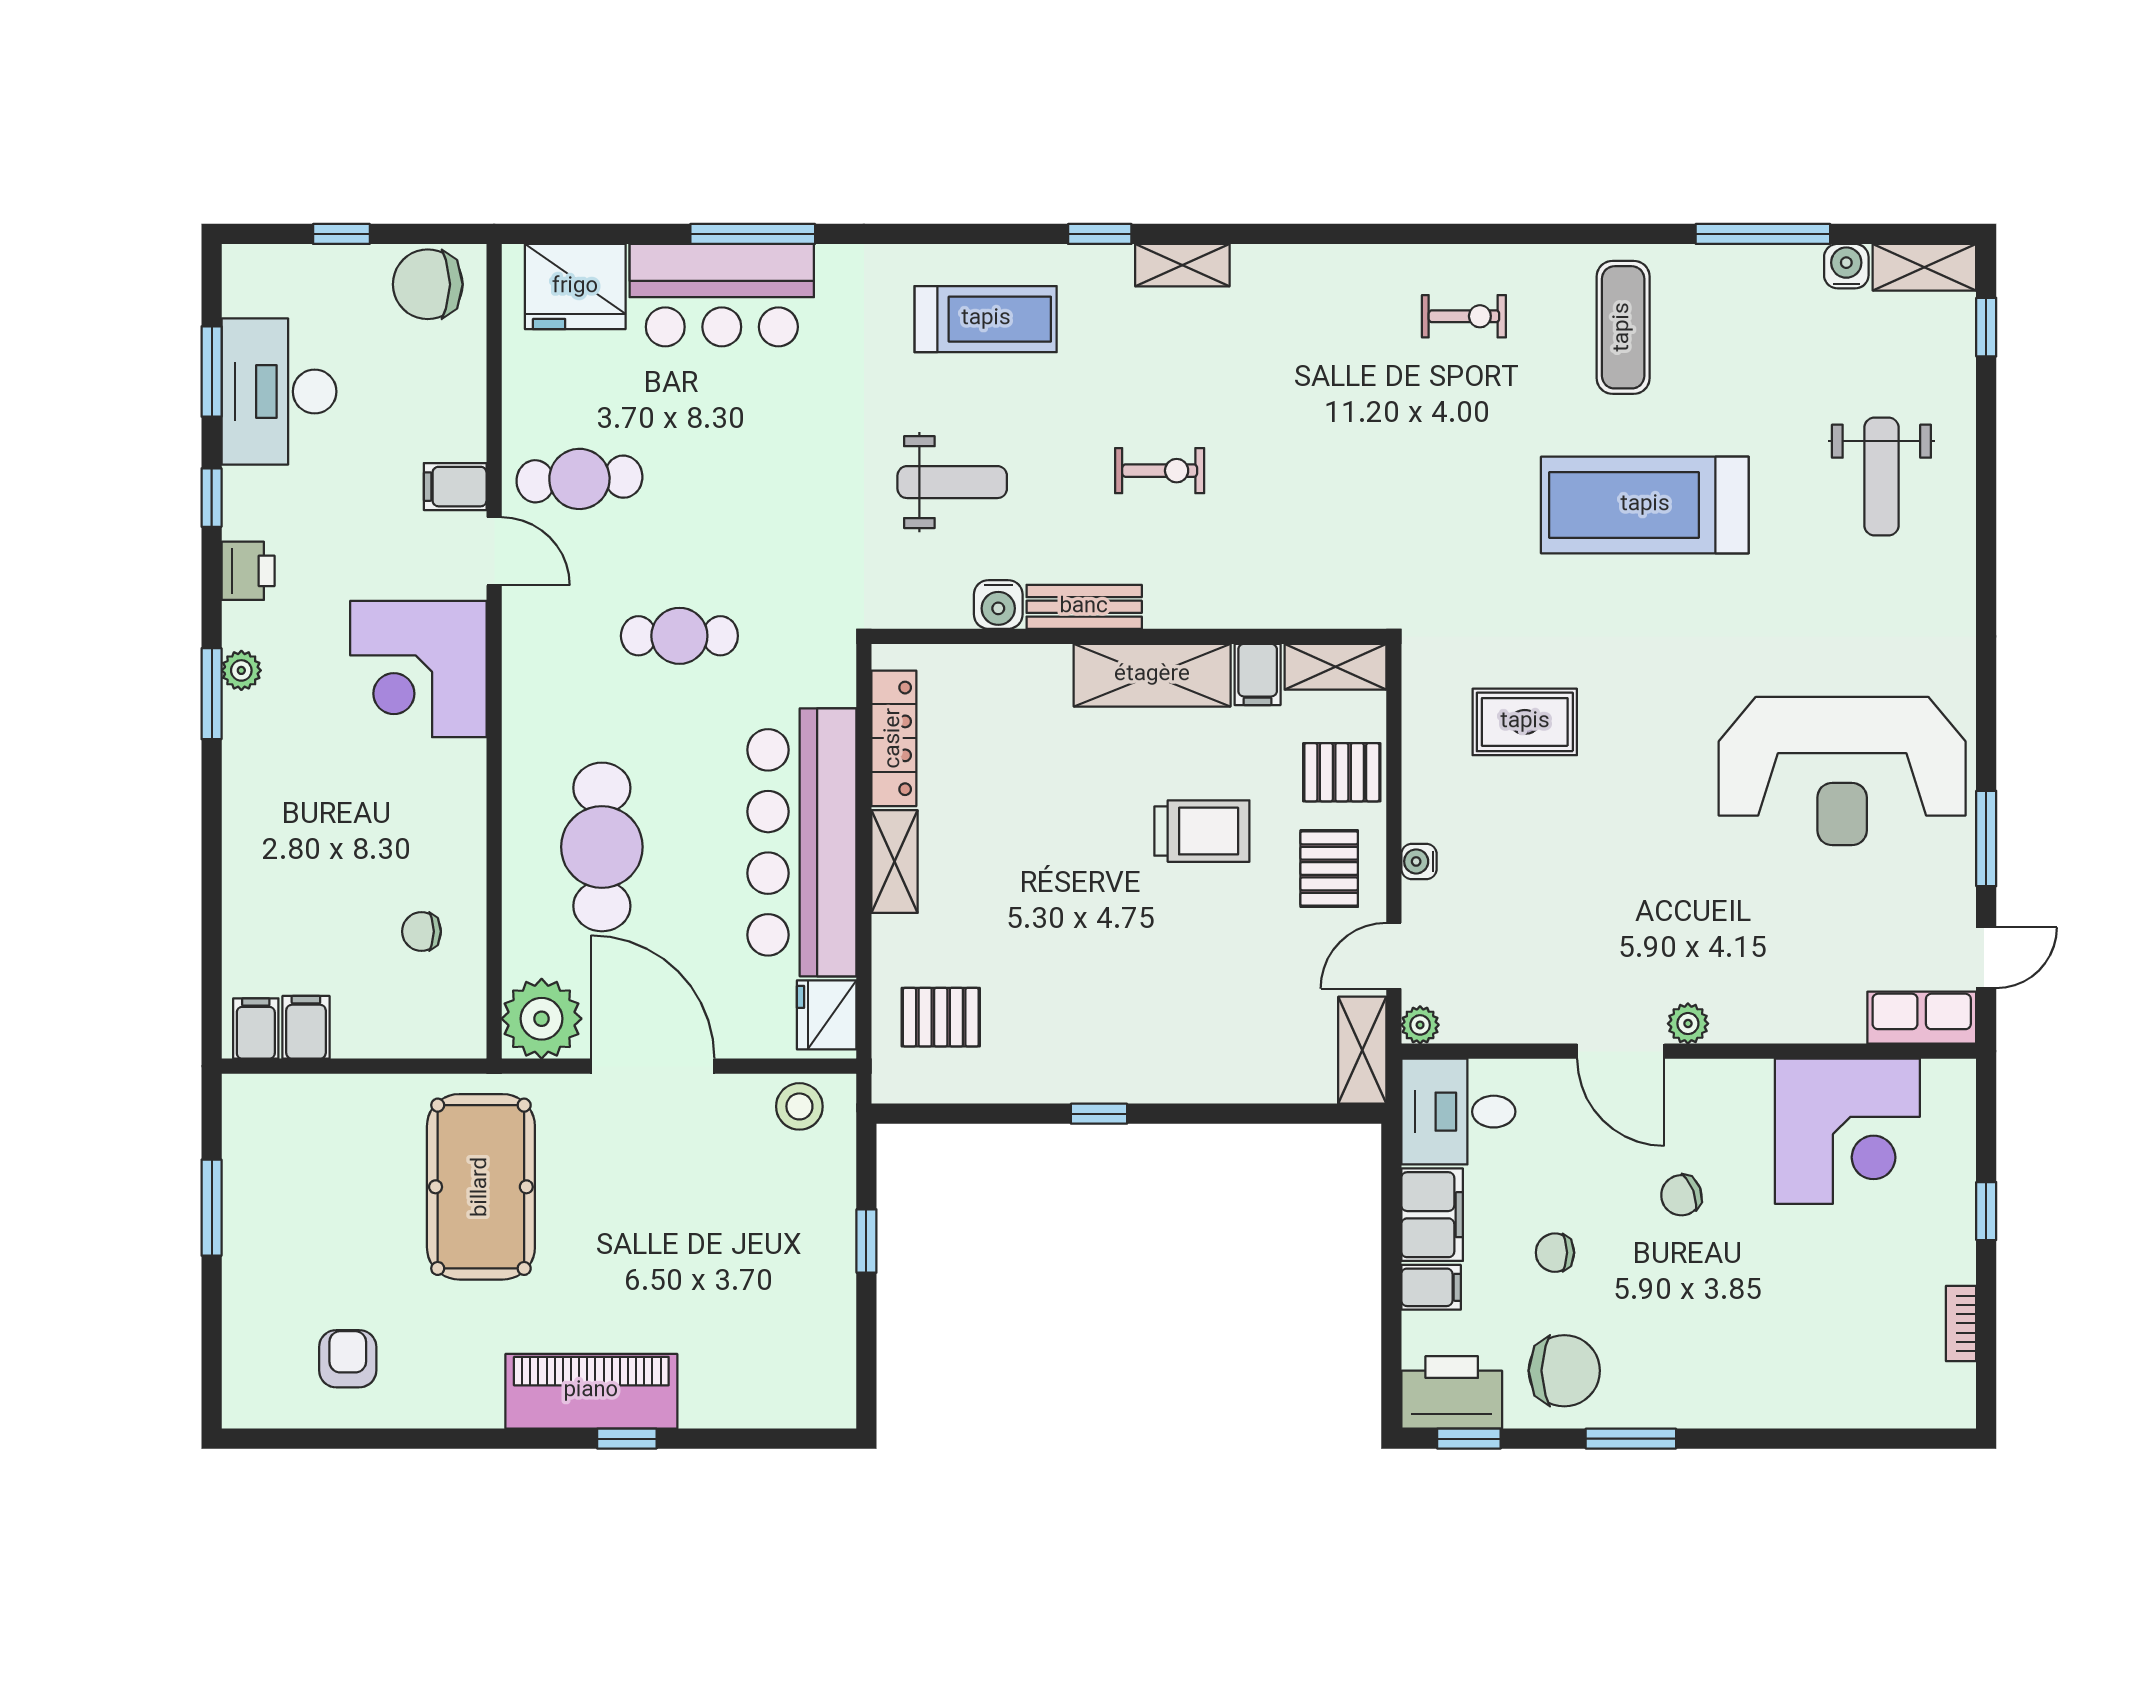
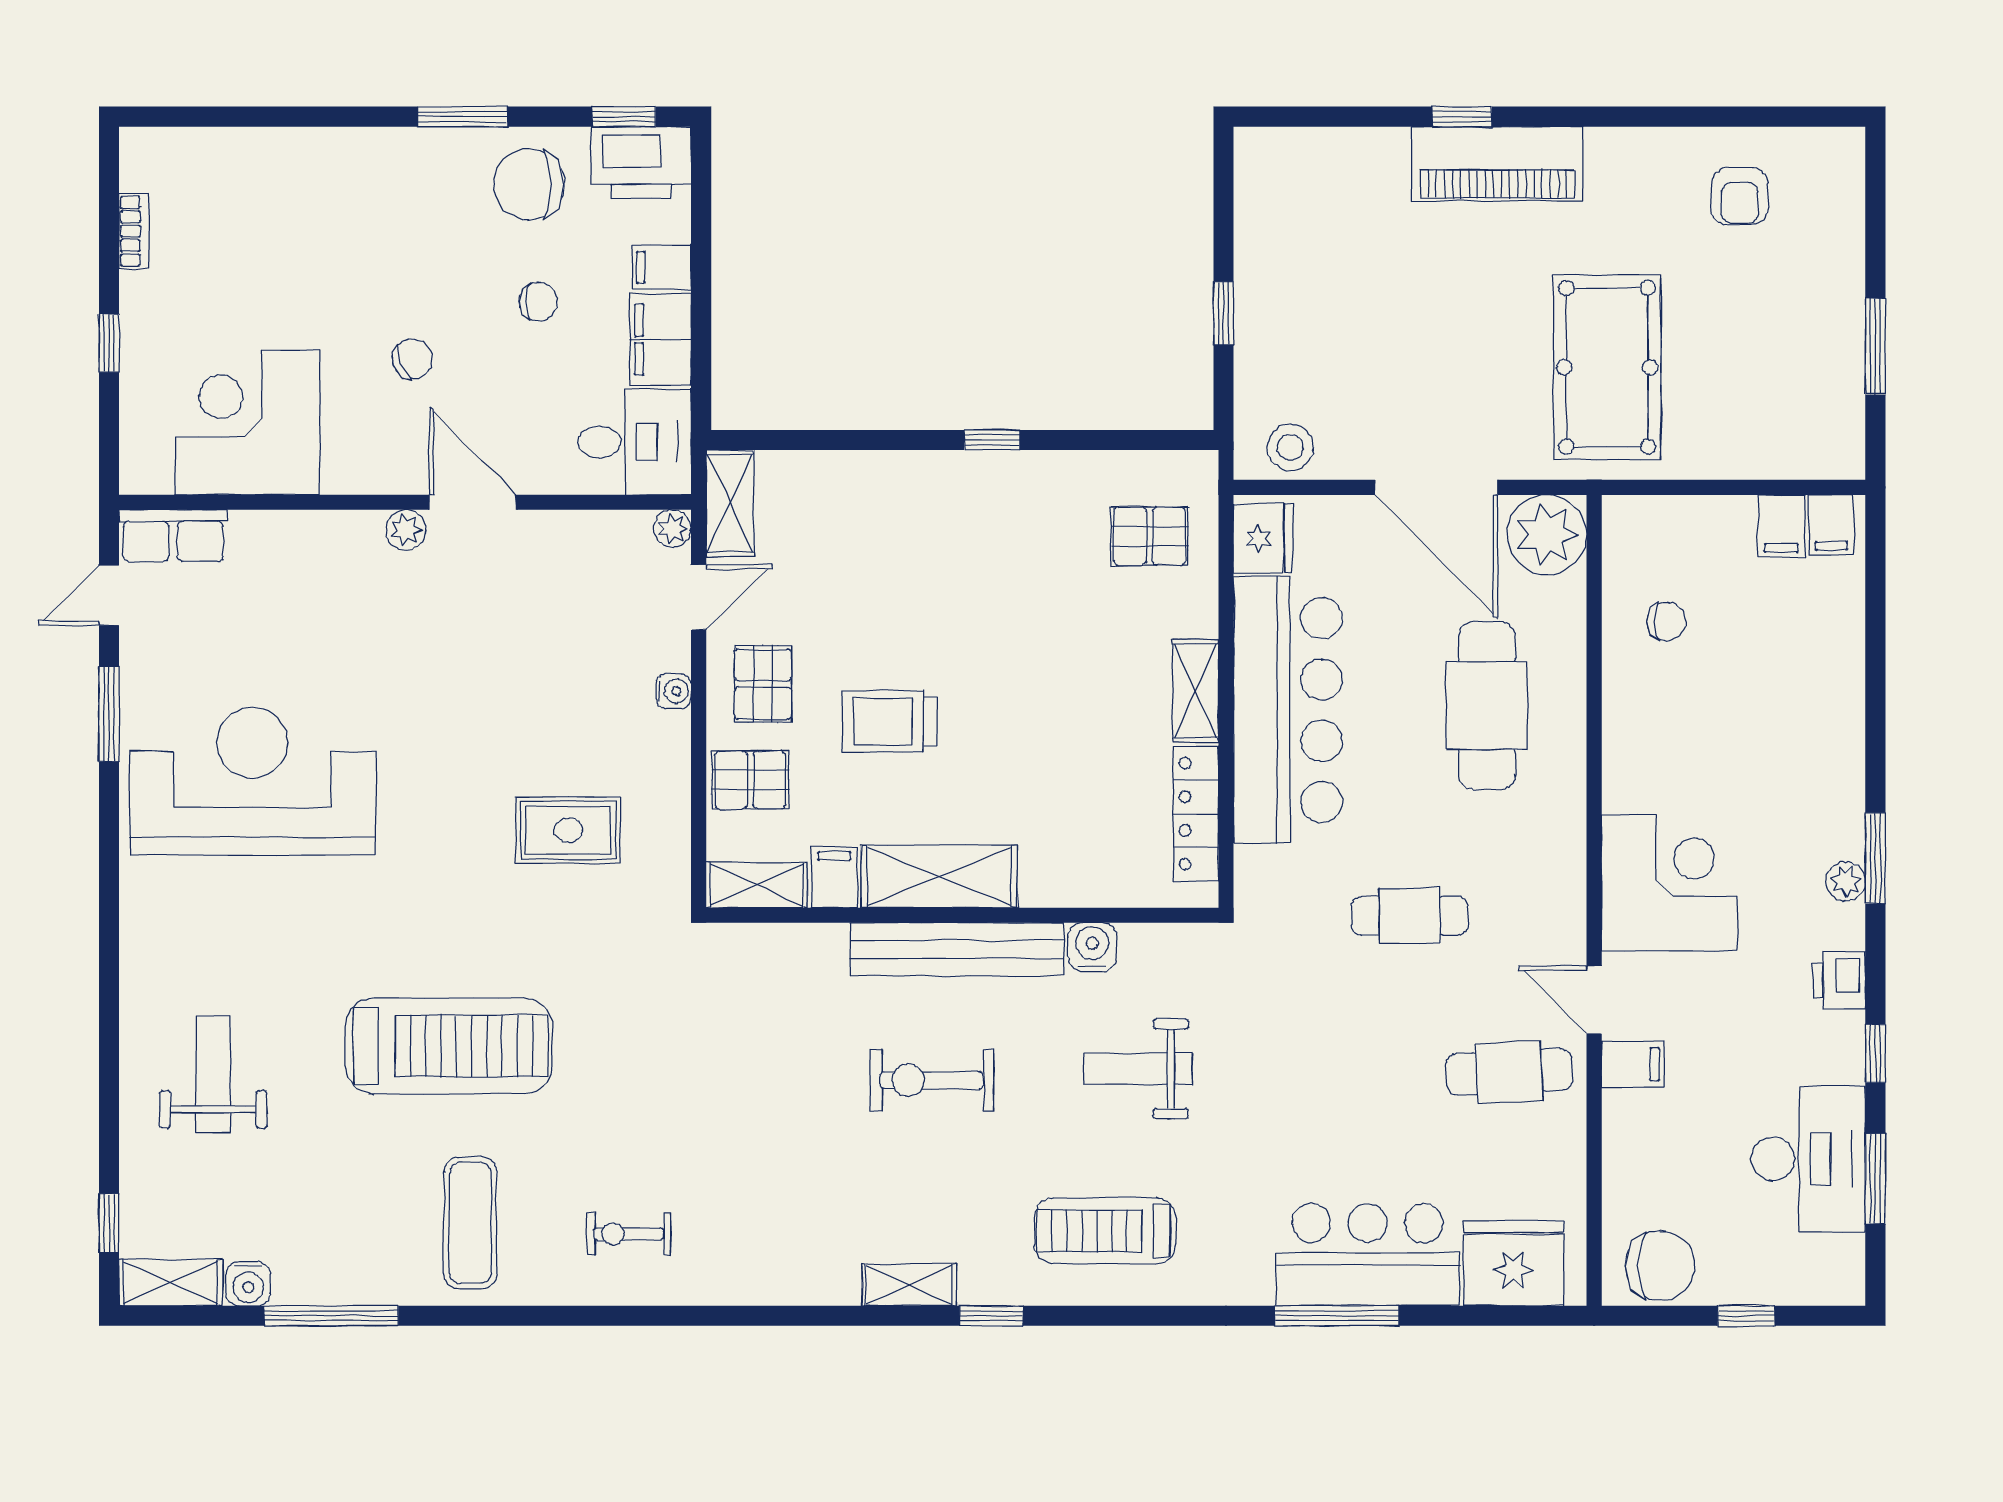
exercise bike: (1160, 471) -> (932, 1080), width x1.38, depth x1.39
bench: (1084, 607) -> (957, 949), width x1.86, depth x1.21

